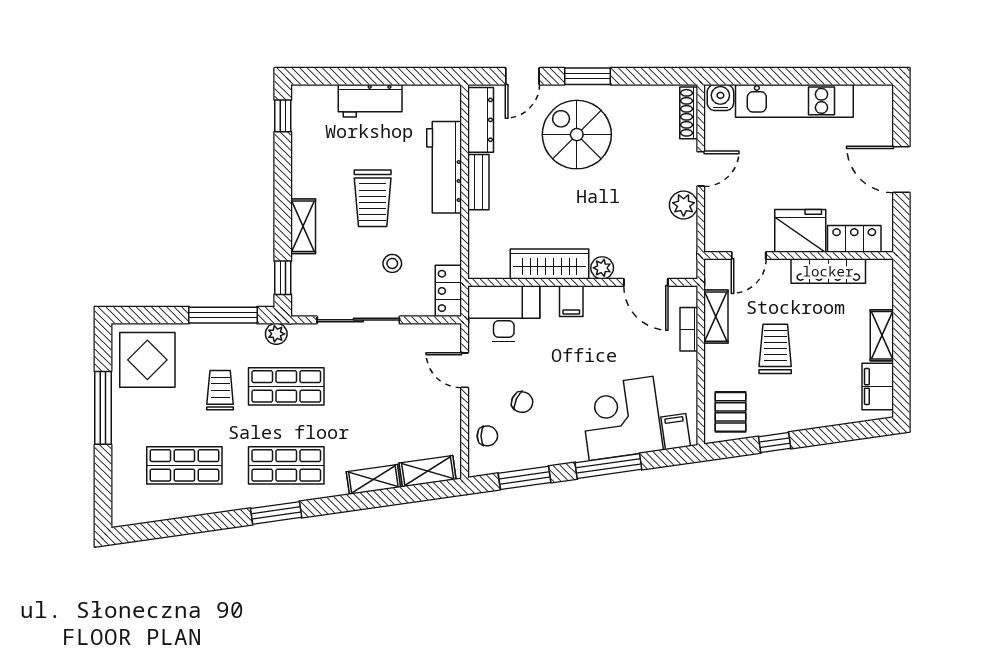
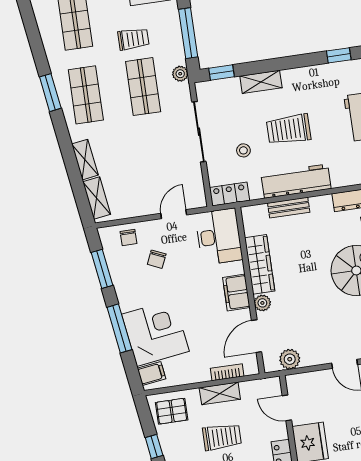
workbench: (444, 167) -> (296, 181), moved
bench: (478, 182) -> (289, 208), moved
plant: (684, 205) -> (290, 359), moved
filing cabinet: (571, 301) -> (236, 292), width x2.00
shelving: (716, 317) -> (220, 393), moved

